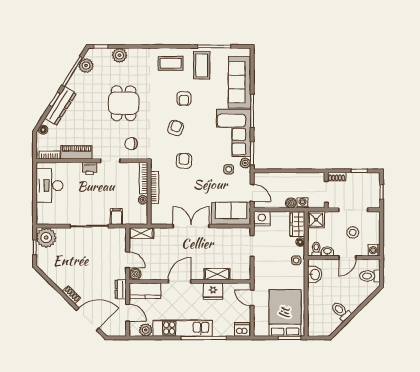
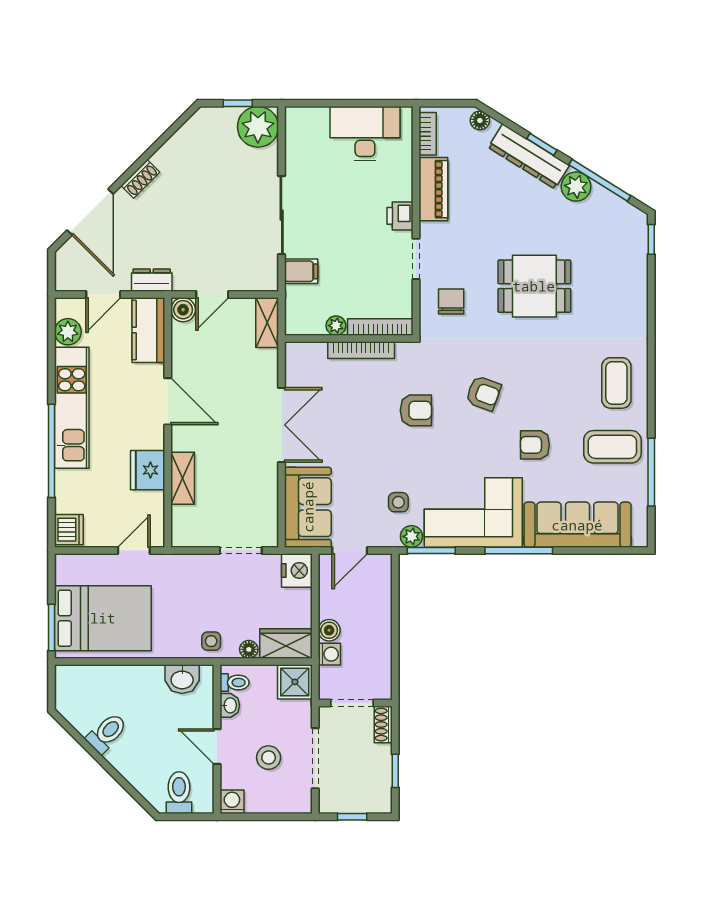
plant: (119, 55) -> (633, 278), removed
plant: (86, 66) -> (576, 187), moved
armchair: (184, 99) -> (535, 445), moved

